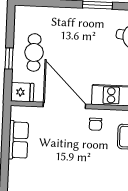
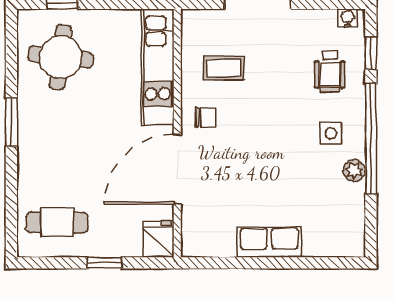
cafe table: (34, 52) -> (57, 222), moved
row of seats: (18, 140) -> (269, 242), moved

